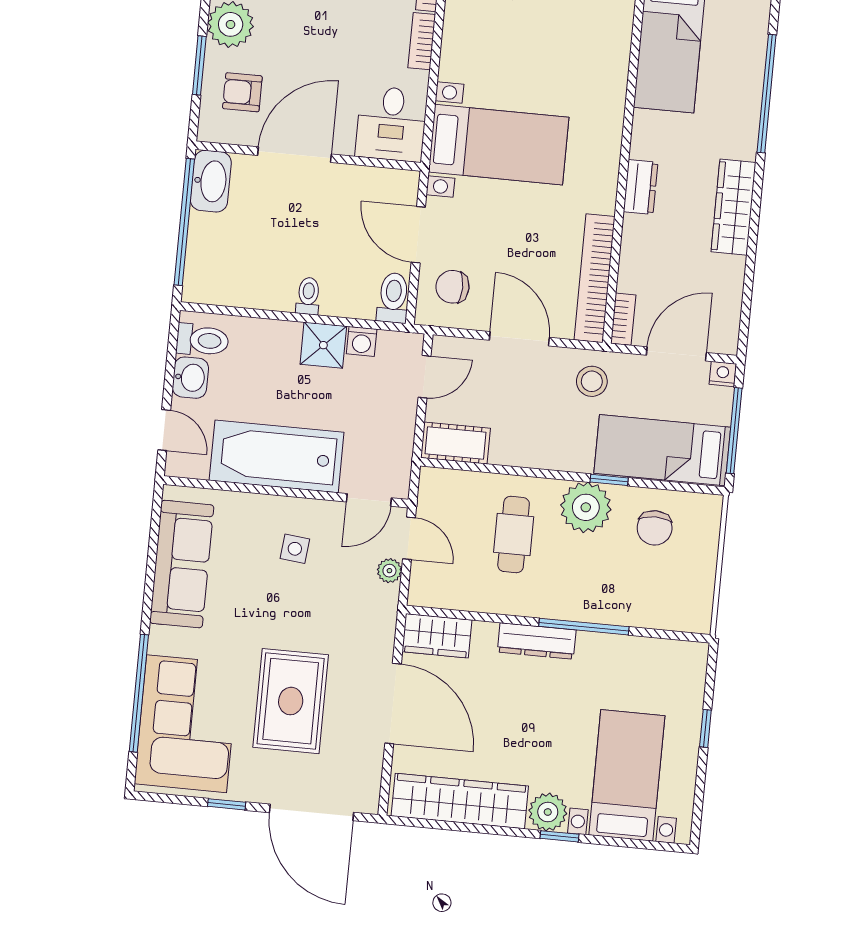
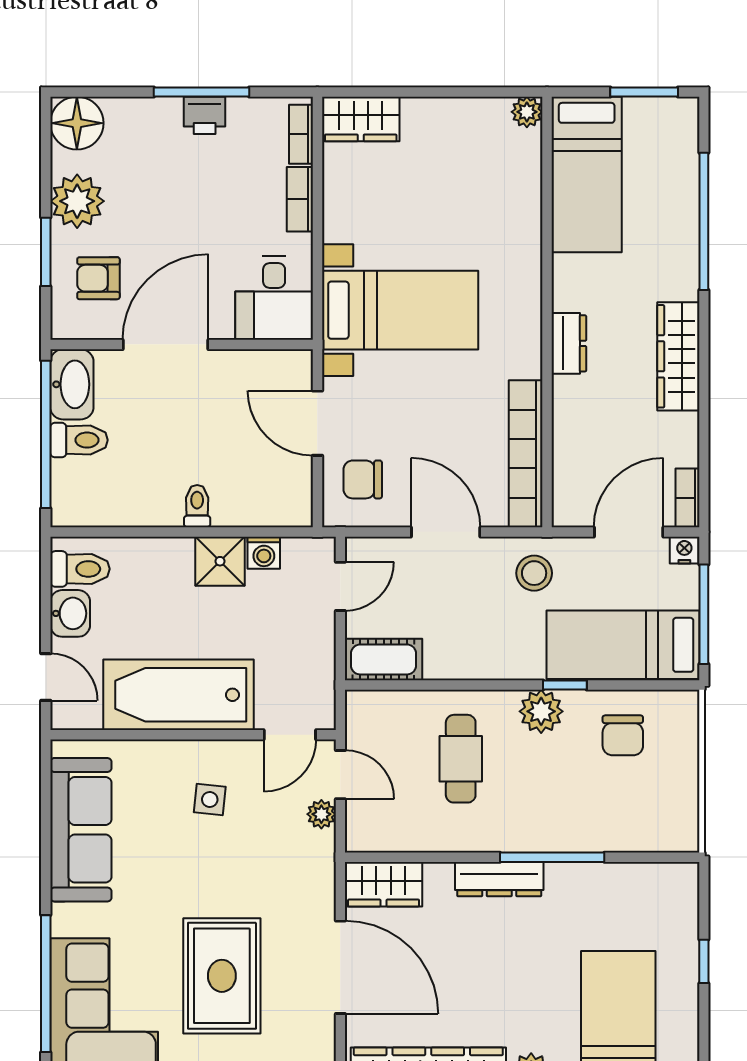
toilet: (393, 298) -> (79, 440), moved, turned 90
bookcase: (623, 319) -> (688, 498), moved, turned 180
plant: (586, 507) -> (541, 711), width x0.73, depth x0.73

